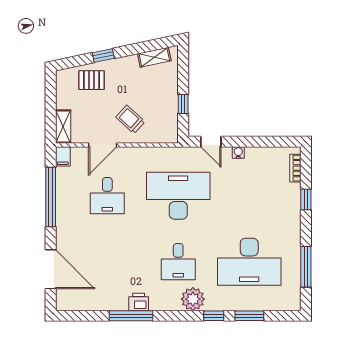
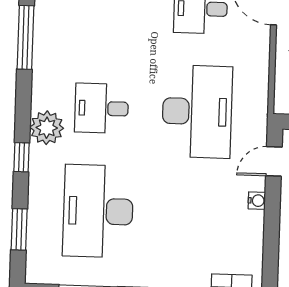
printer: (139, 302) -> (45, 49), removed
window: (249, 316) -> (19, 229), moved

